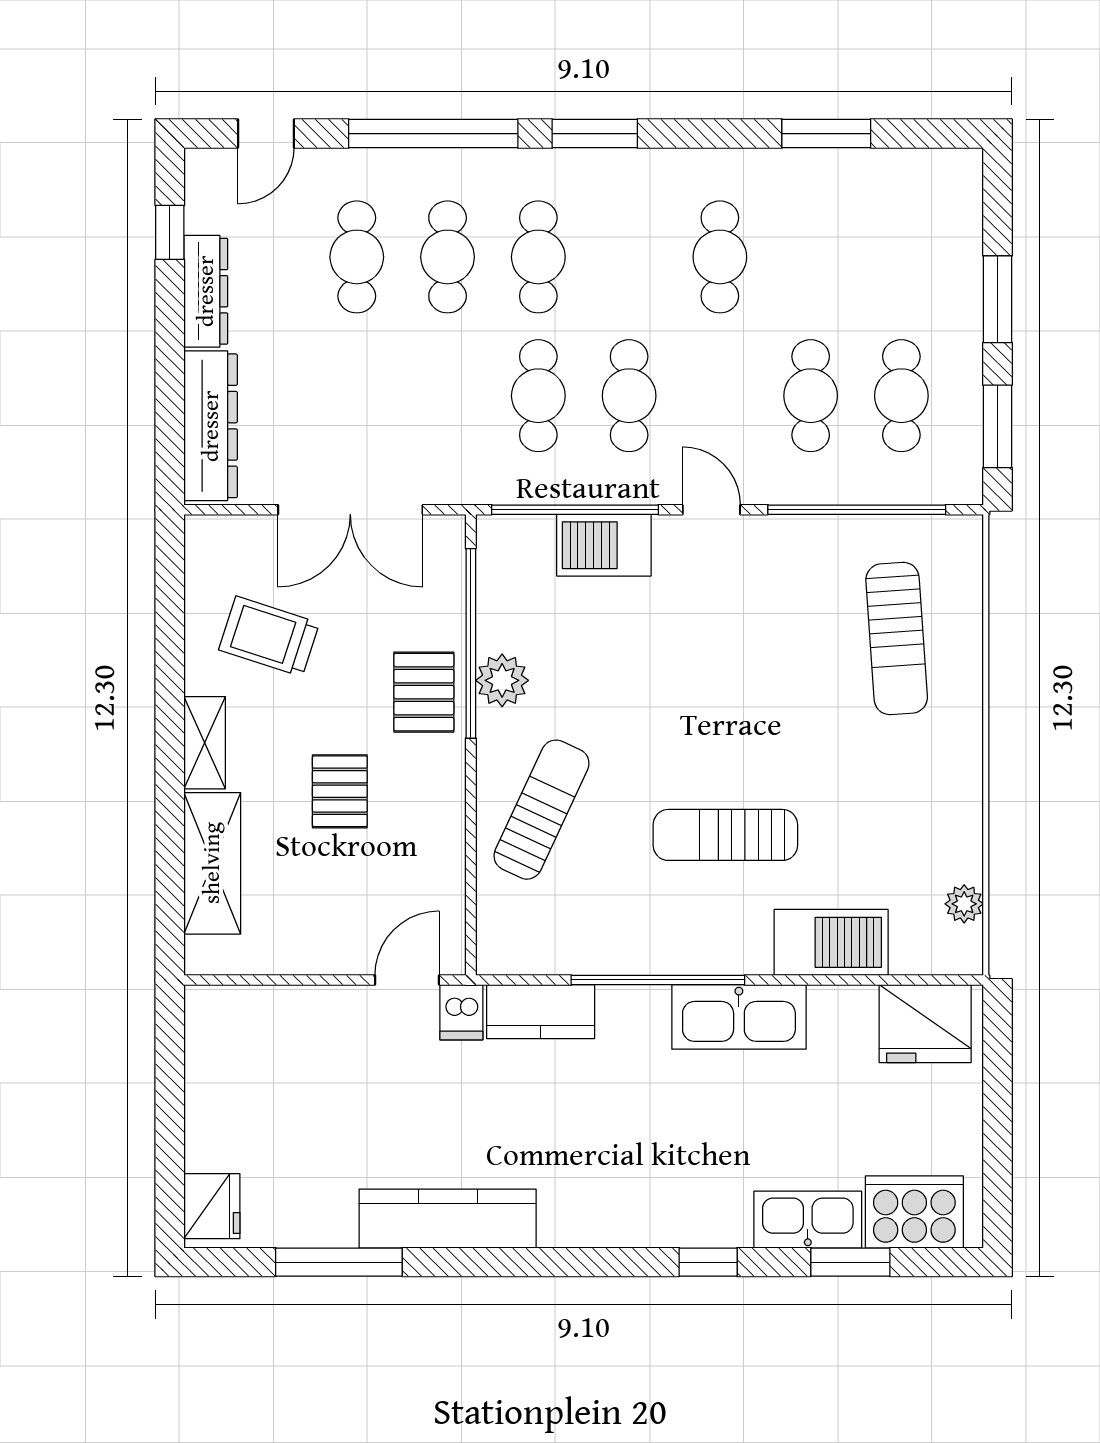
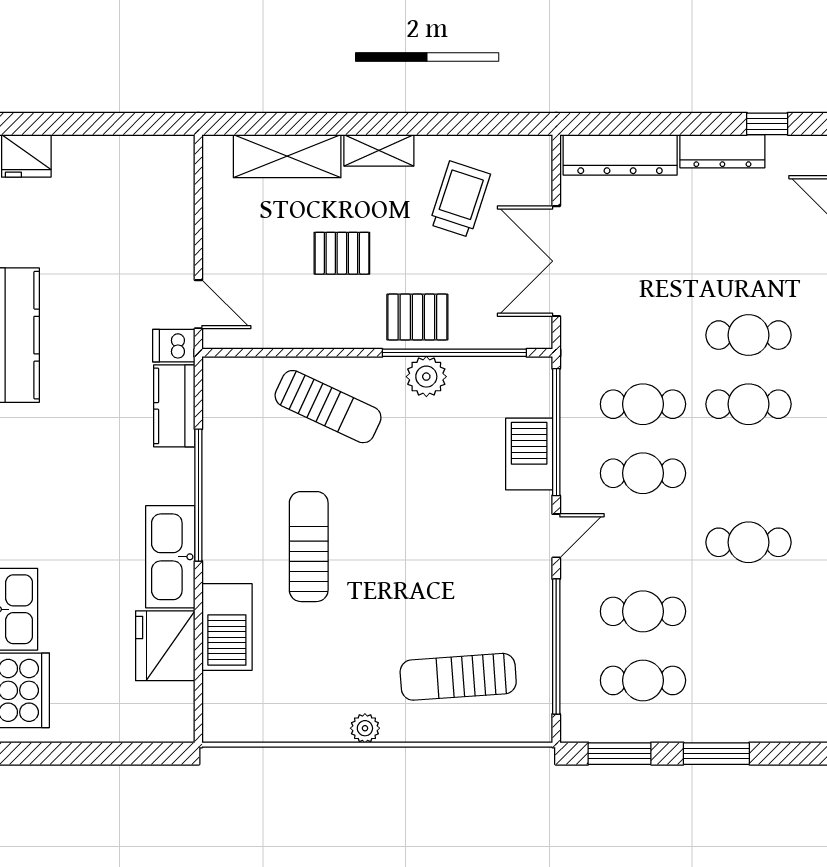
cafe table: (357, 257) -> (749, 266), removed
plant: (964, 904) -> (365, 728), moved
fridge: (925, 1024) -> (165, 646), moved

